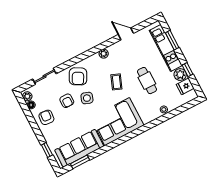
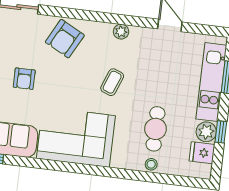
cafe table: (147, 81) -> (155, 129), moved
side table: (87, 98) -> (57, 77), removed
armchair: (67, 101) -> (24, 79), moved

